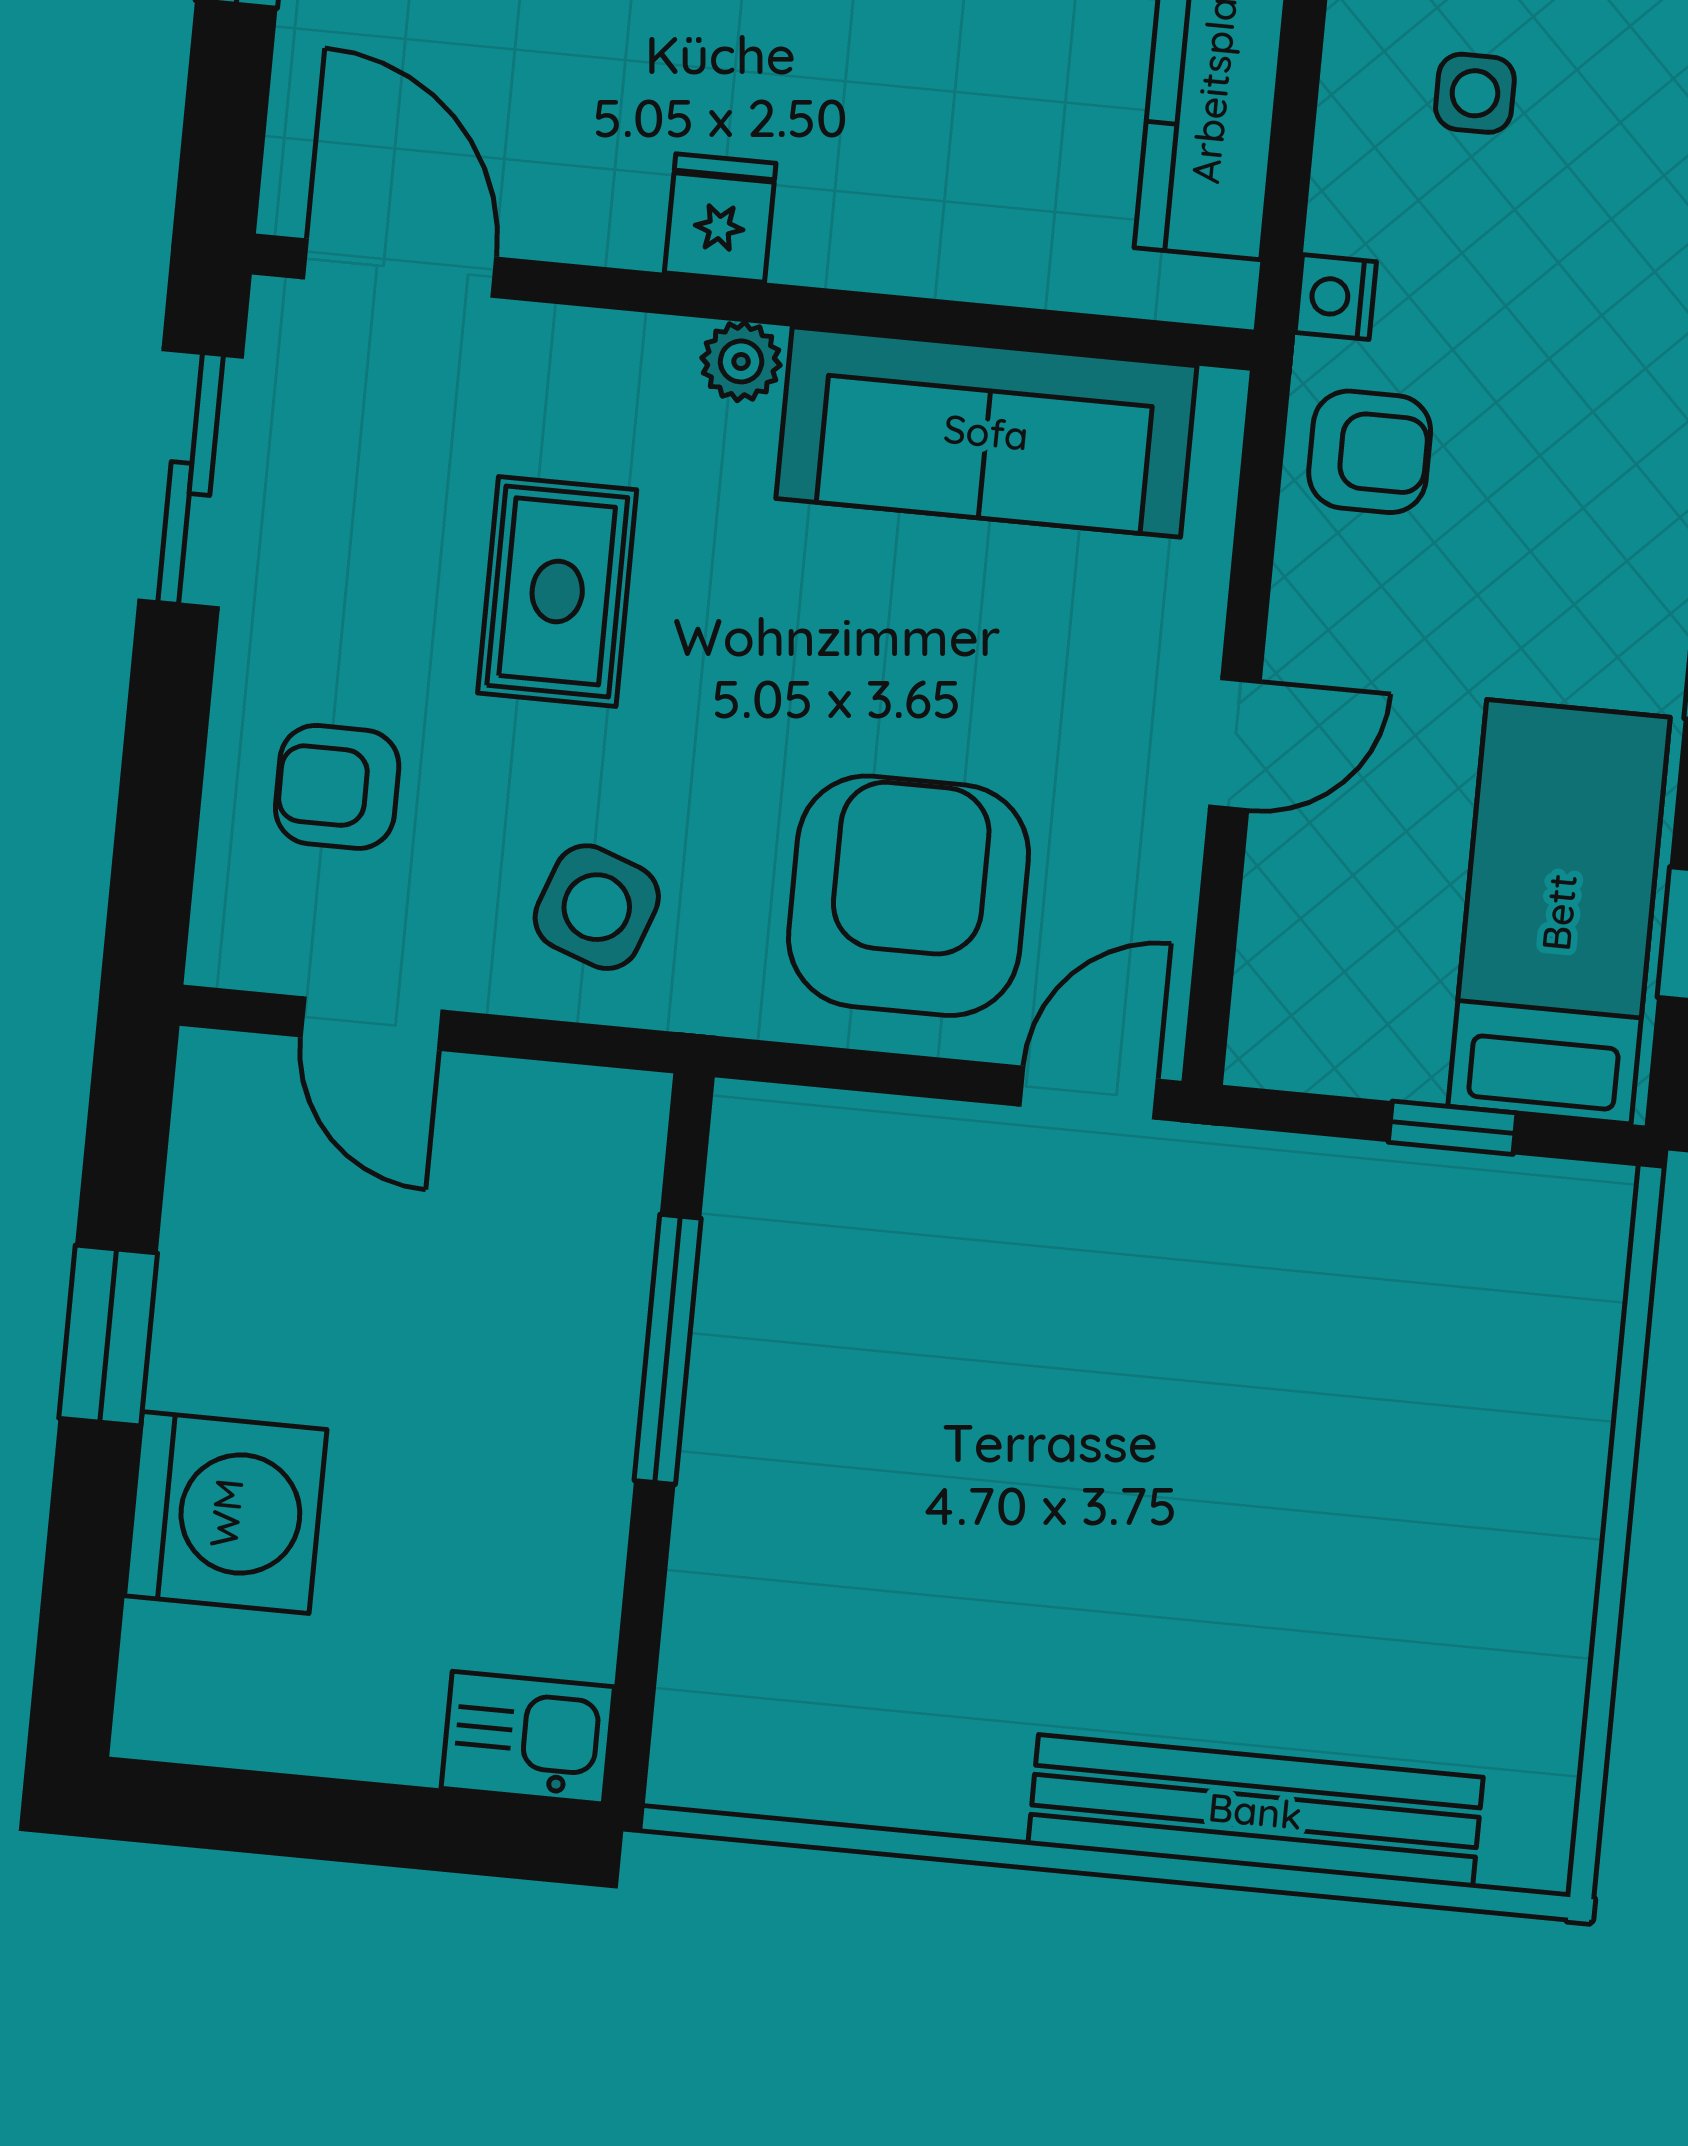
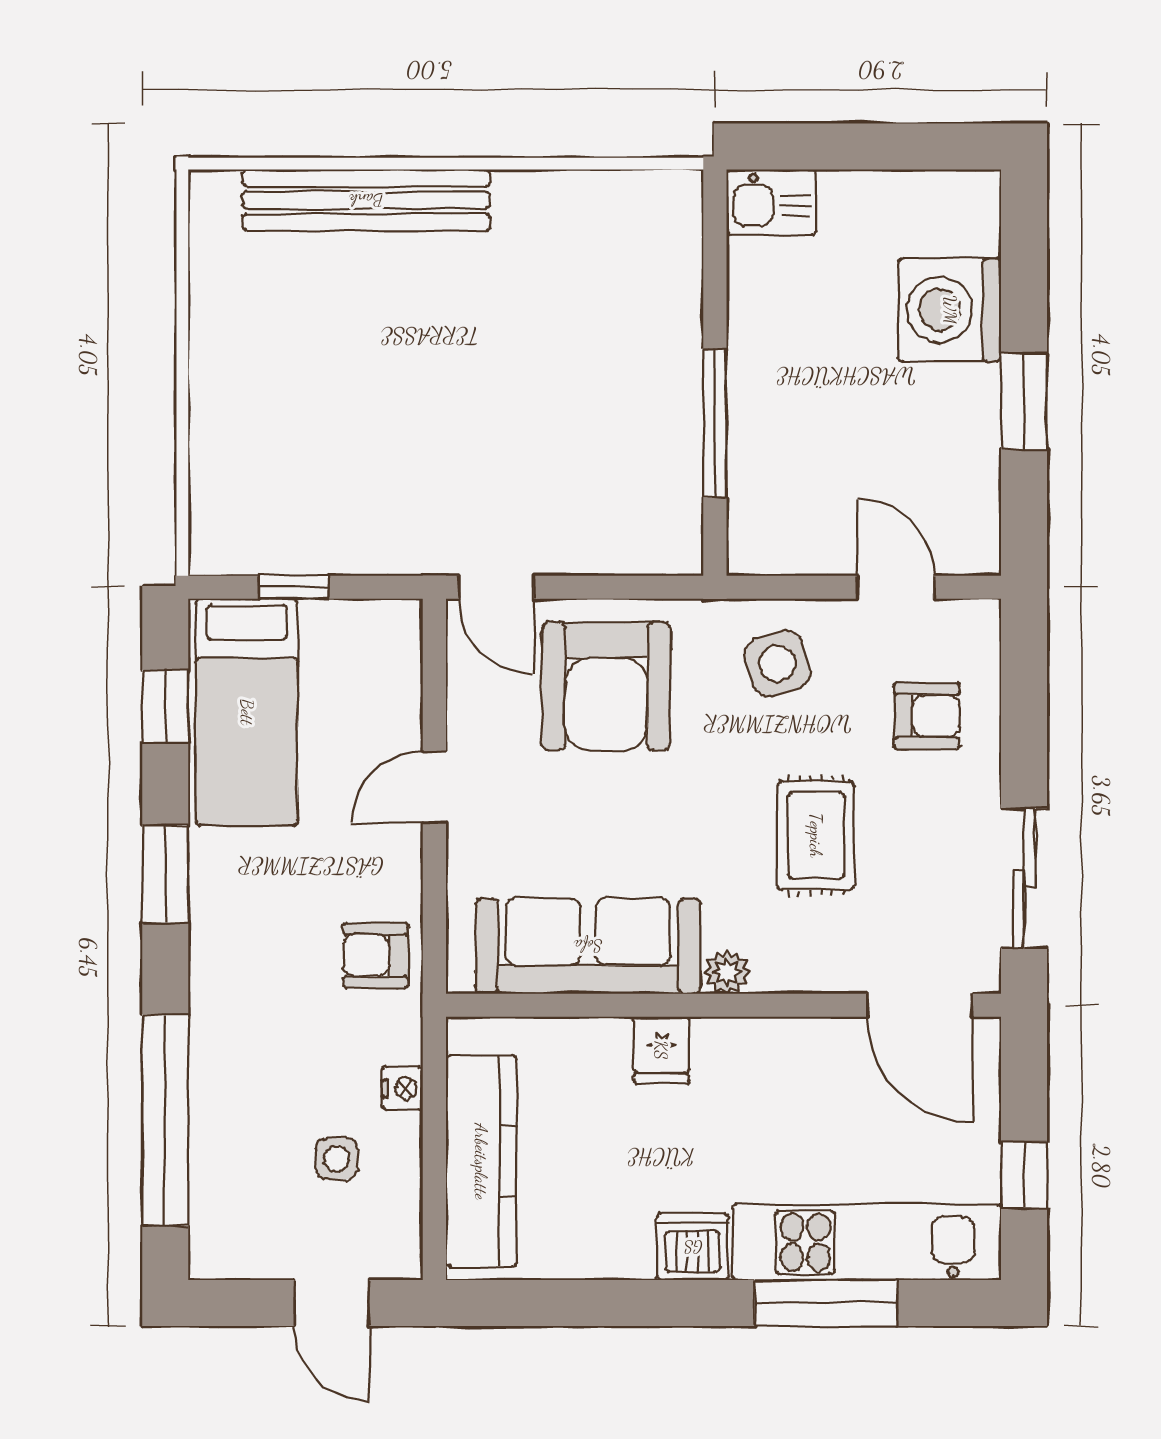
fridge: (720, 218) -> (661, 1050), moved
nightstand: (1336, 297) -> (402, 1088), moved
side table: (597, 907) -> (777, 663), turned -37
door: (1089, 1093) -> (496, 587), hinge flipped

